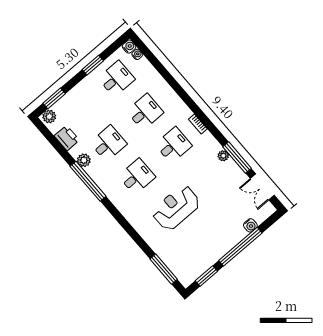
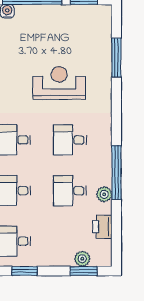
plant: (49, 117) -> (82, 259), moved
reception desk: (176, 208) -> (59, 83), turned 180
window: (164, 269) -> (116, 58), moved

